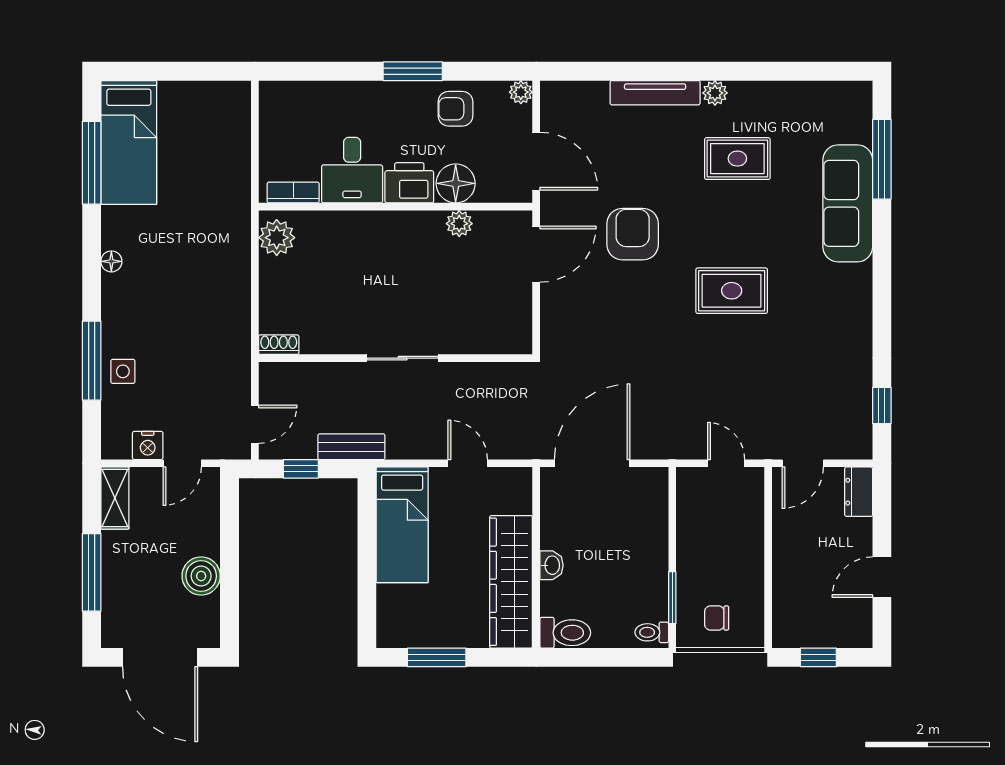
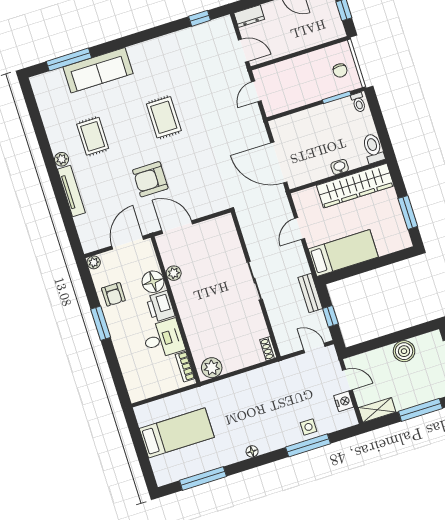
bed: (129, 142) -> (177, 433), moved

